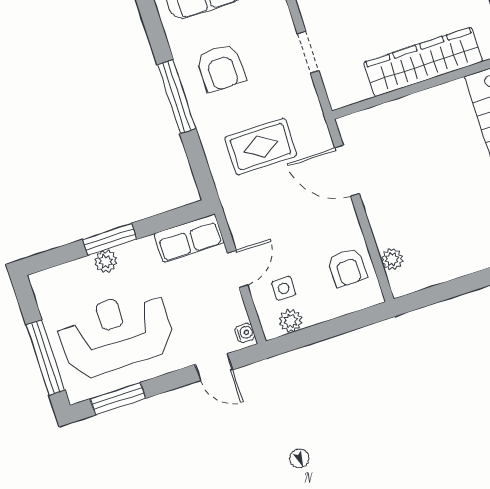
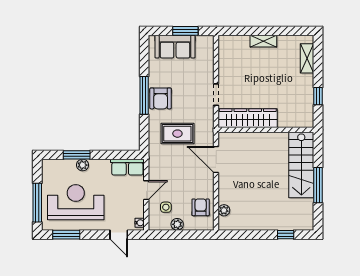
wardrobe: (423, 62) -> (248, 118), moved
armchair: (221, 68) -> (161, 98), moved
window: (110, 239) -> (77, 155), moved
armchair: (347, 268) -> (201, 207), turned 180
plant: (291, 321) -> (177, 224), moved

